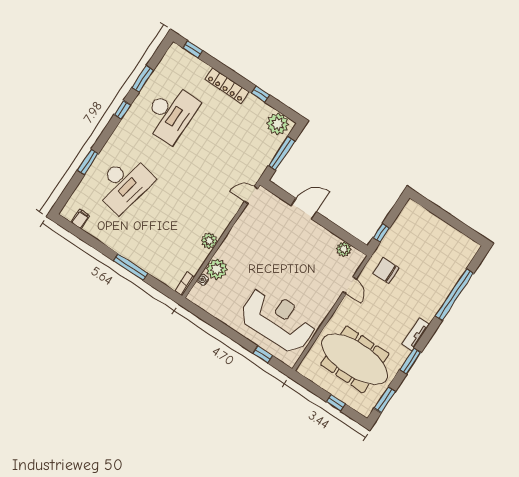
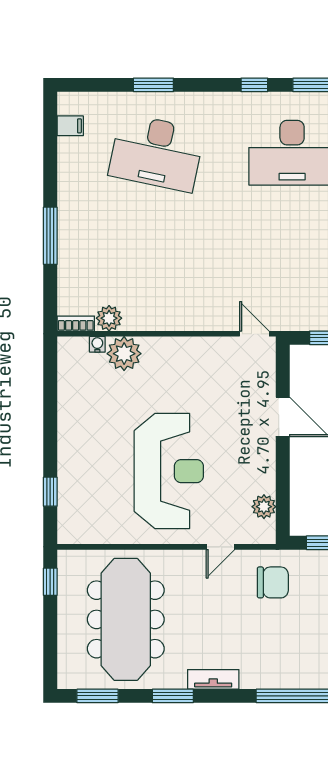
plant: (209, 241) -> (109, 318), moved
chair: (386, 271) -> (273, 582), turned 90
reception desk: (278, 320) -> (169, 471), moved
window: (336, 403) -> (50, 582), moved

